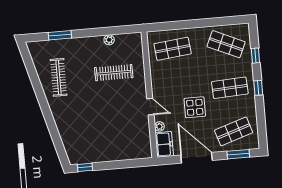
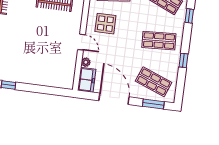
window: (258, 88) -> (183, 60), moved
display table: (195, 107) -> (105, 24), moved
shop shelf: (234, 131) -> (154, 82), turned 39

